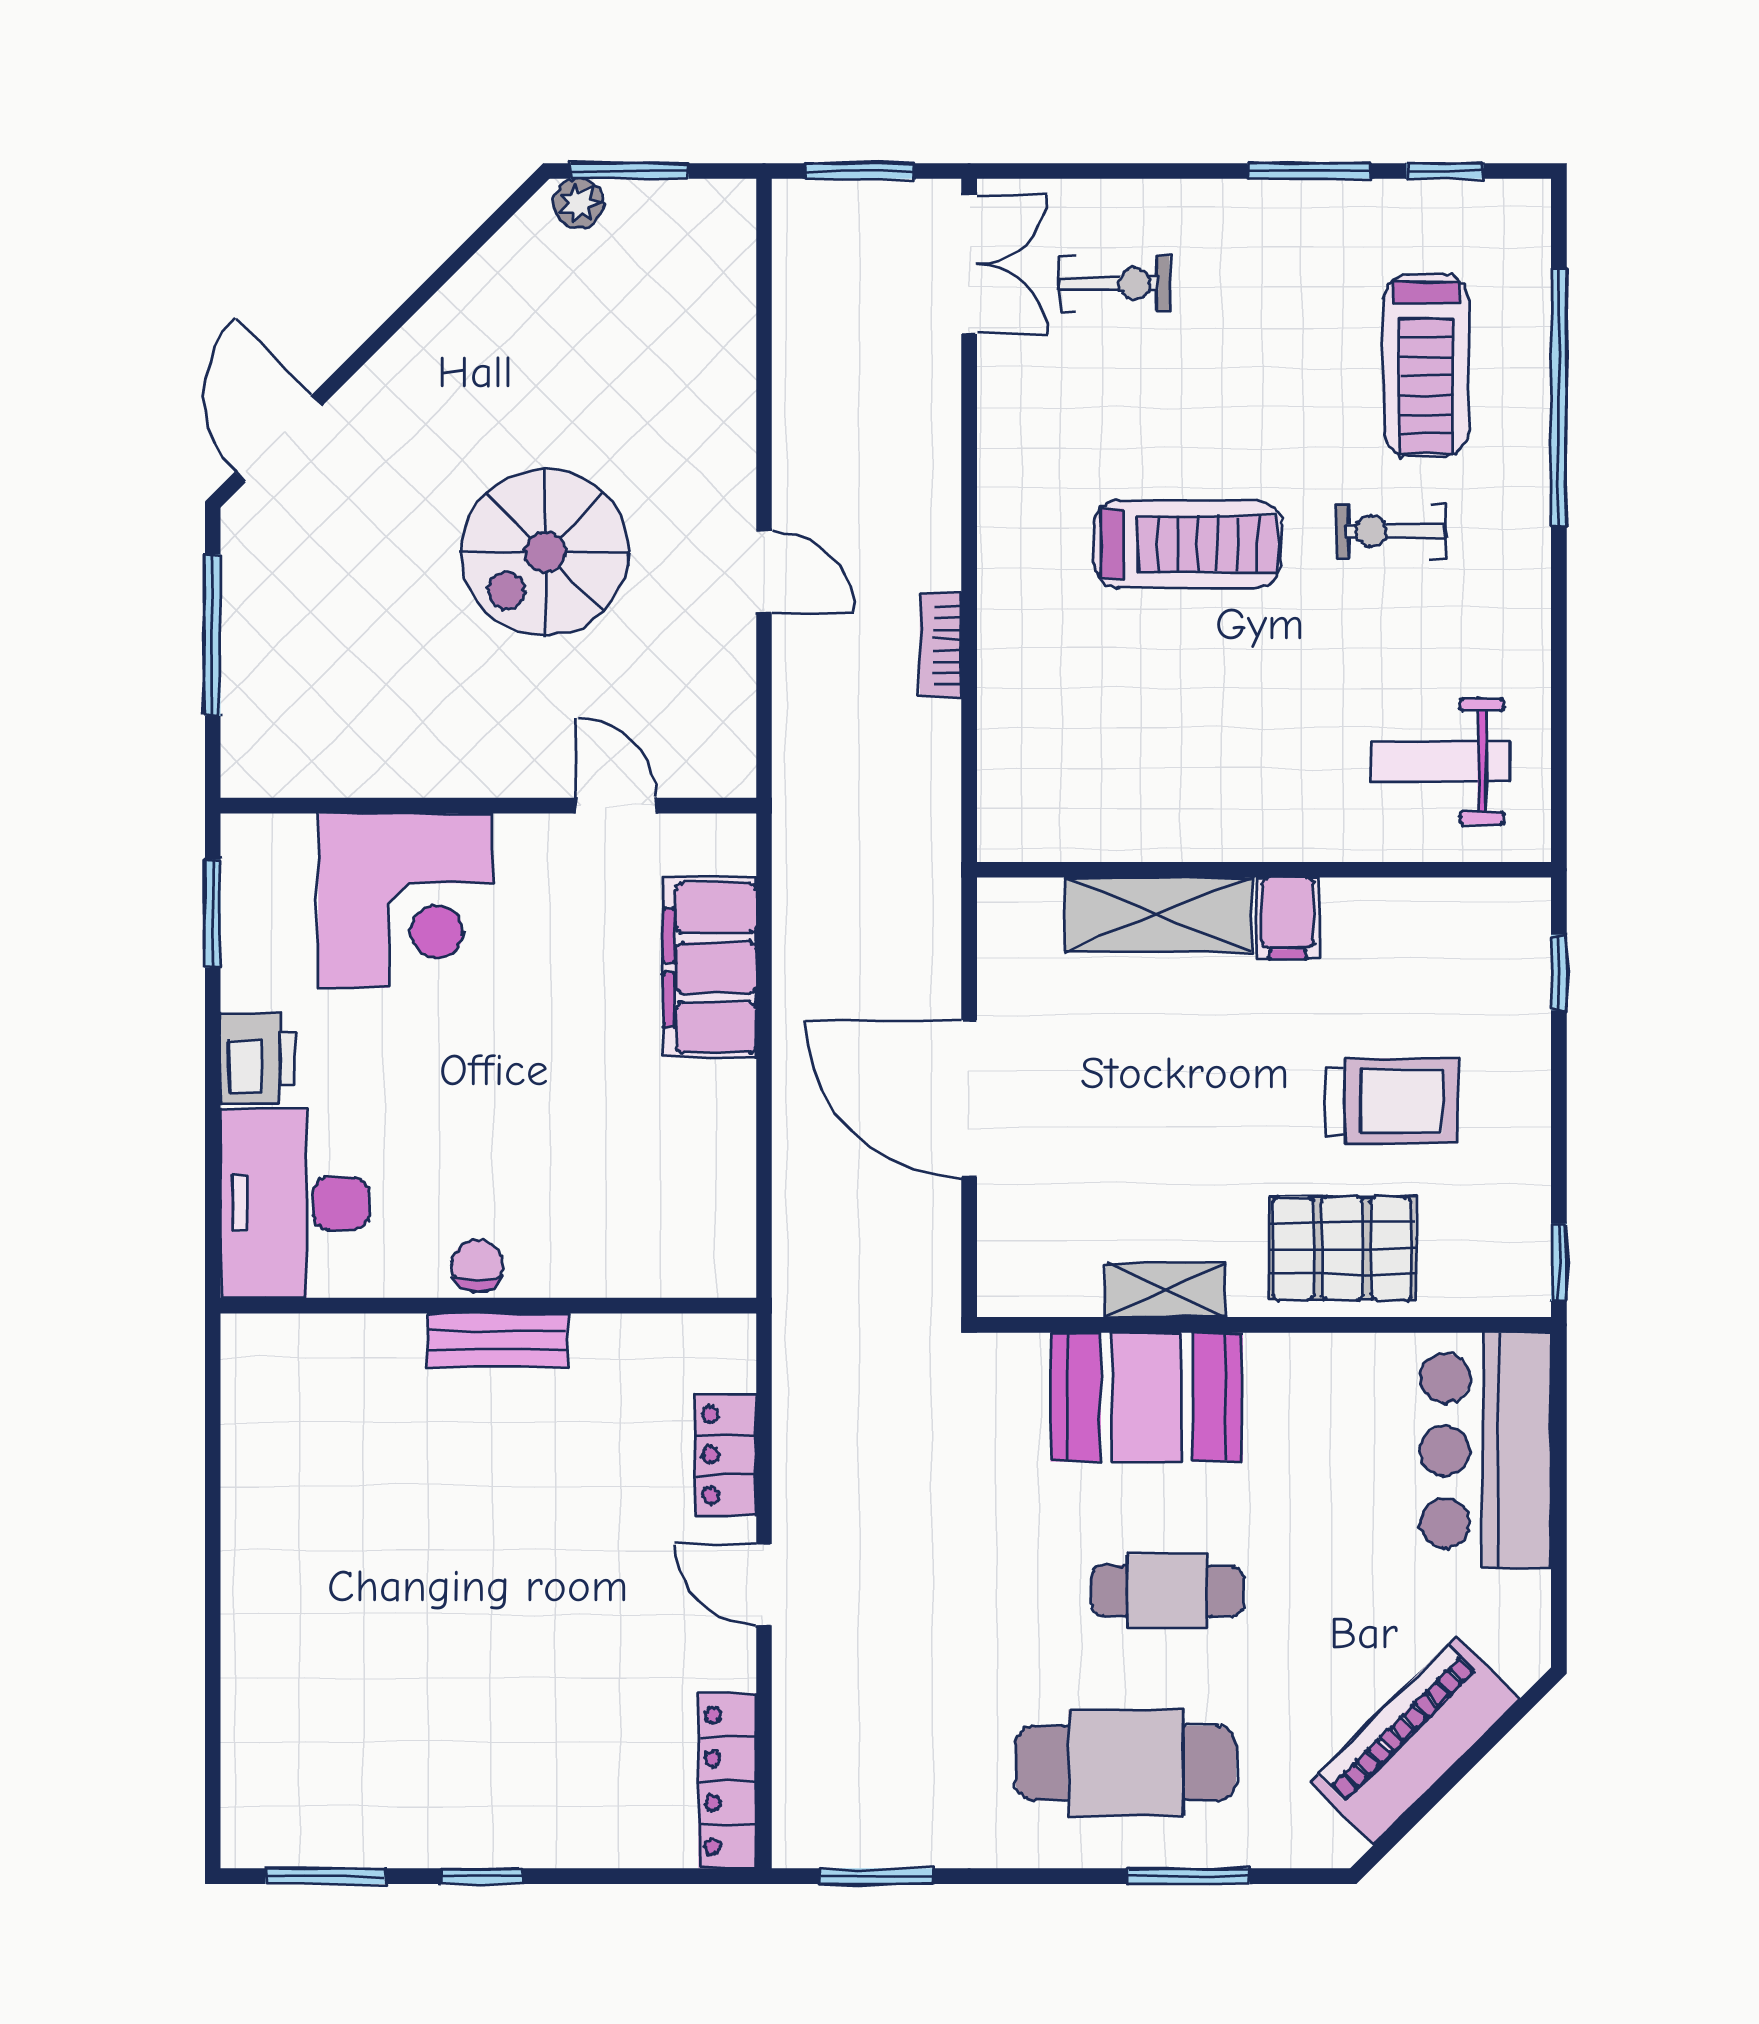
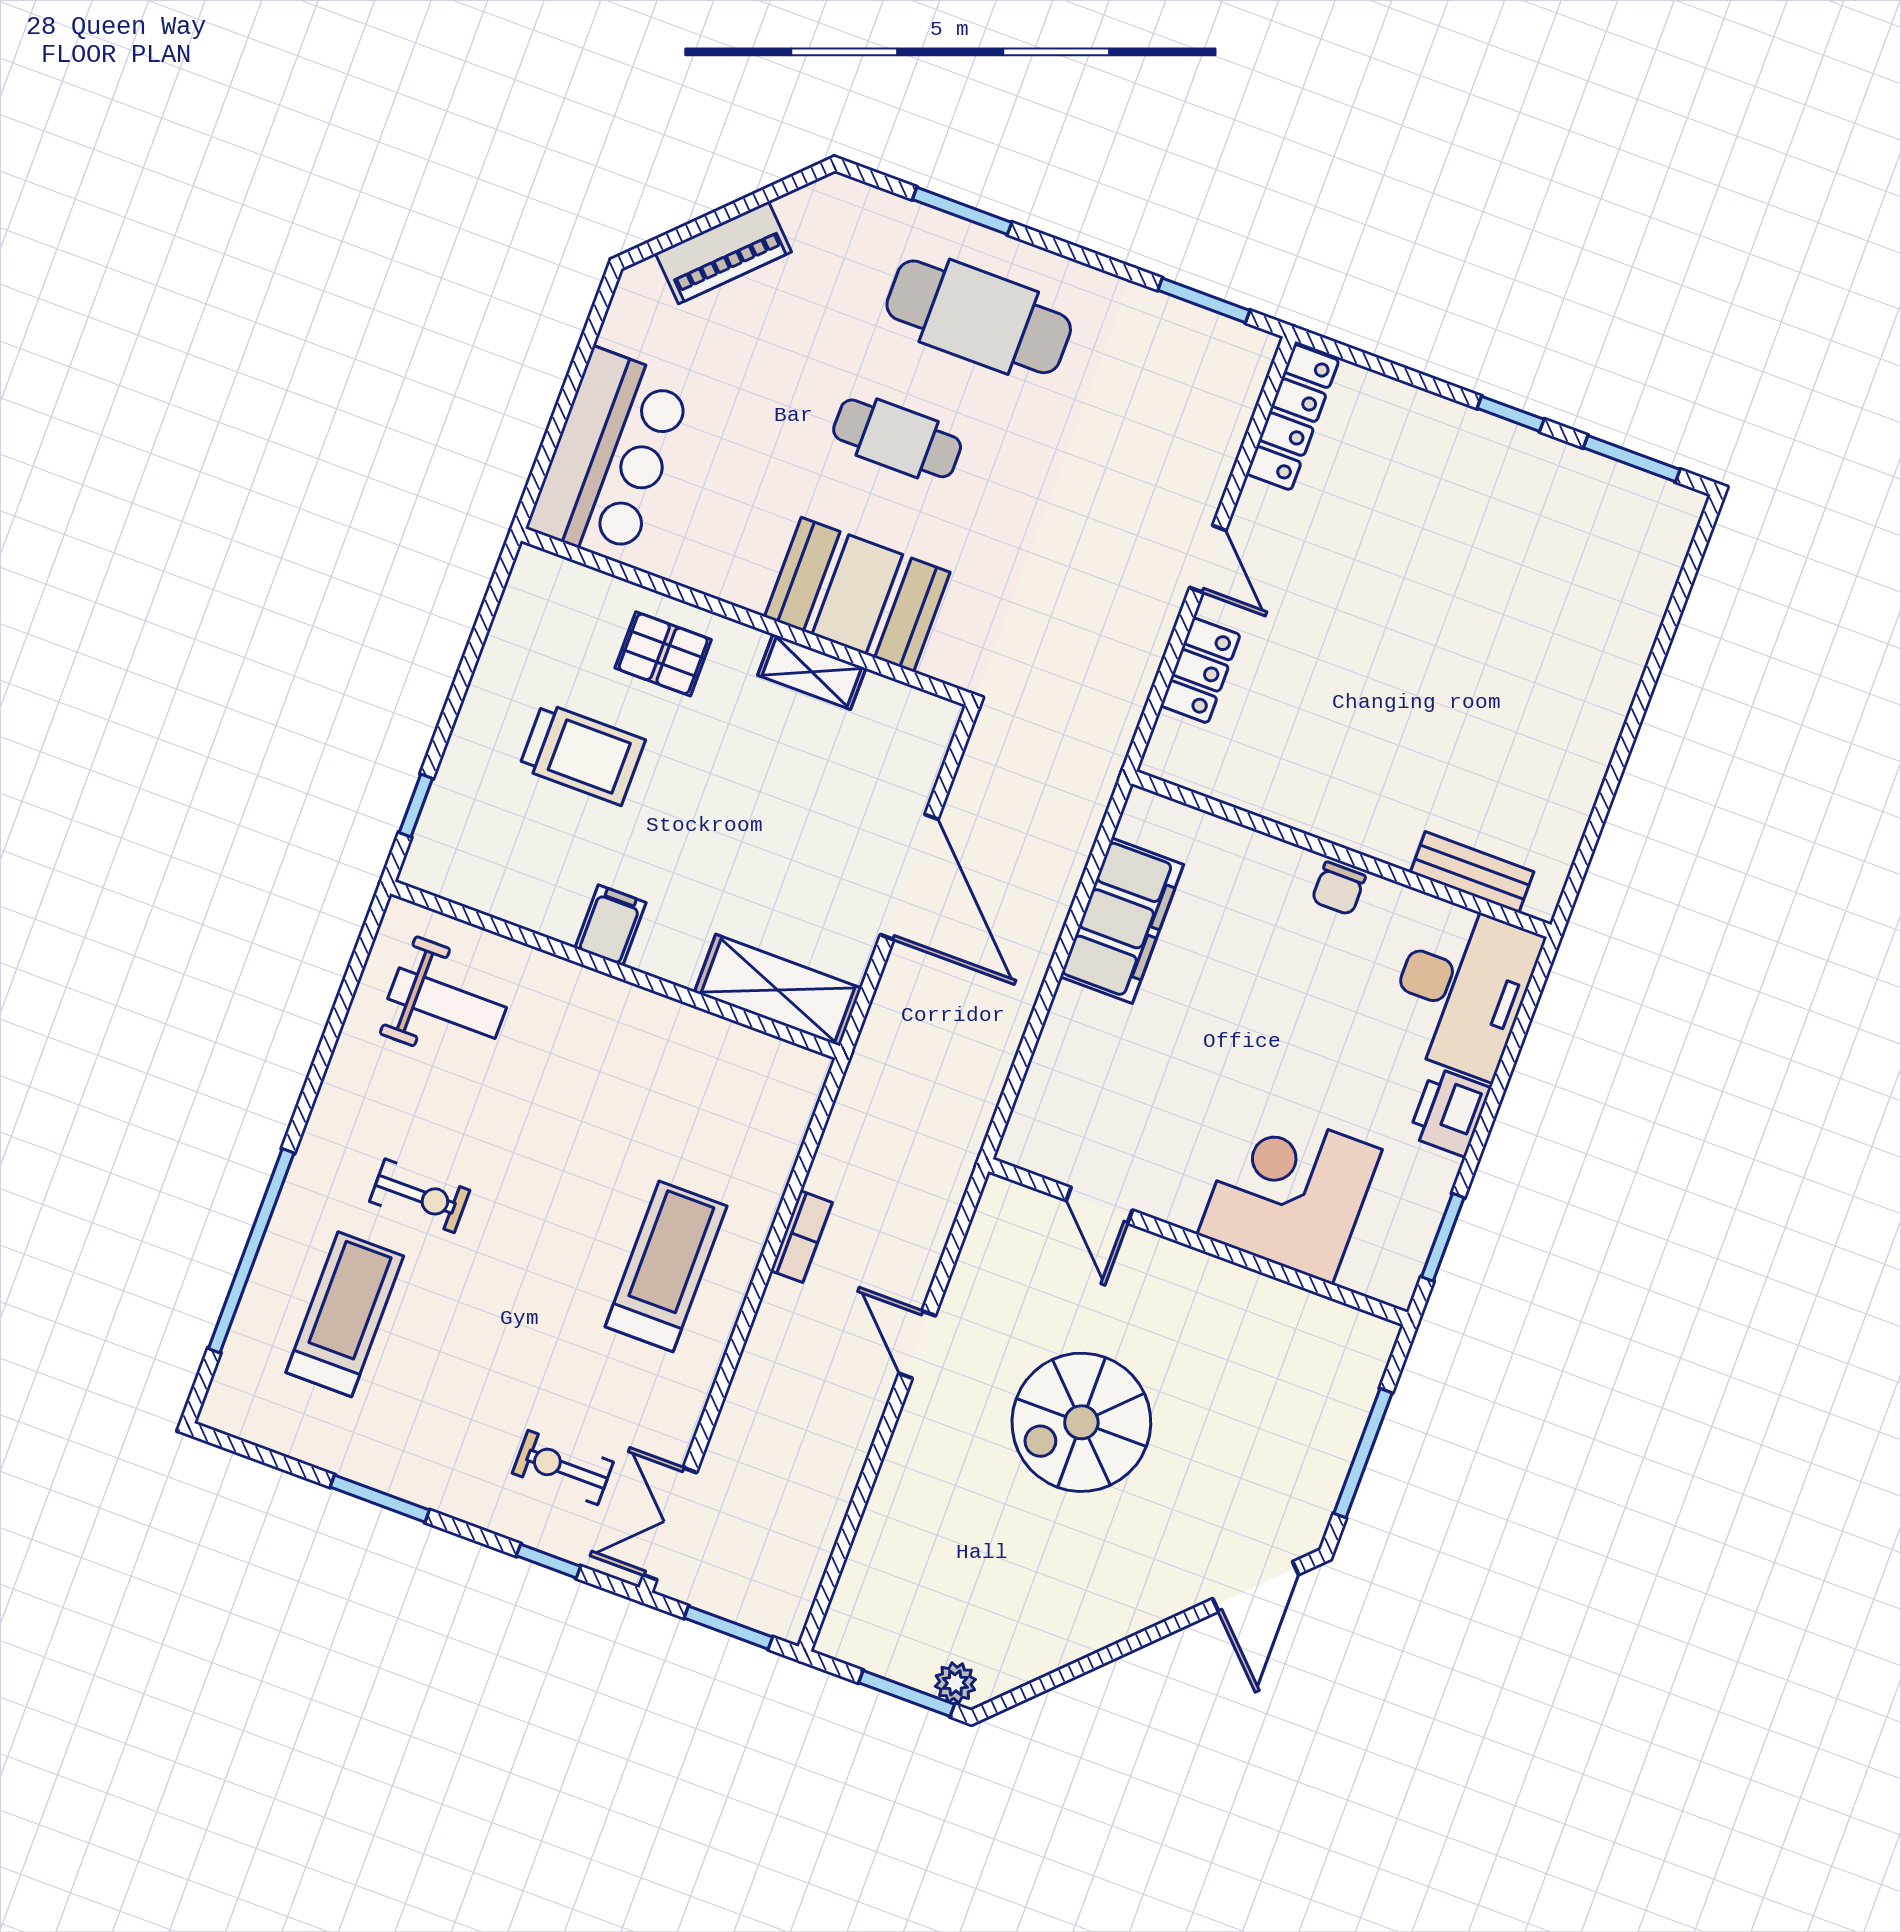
window: (1445, 171) -> (548, 1561), moved
treadmill: (1187, 544) -> (666, 1266), moved, turned 90
spiral stairs: (545, 552) -> (1081, 1422), turned 180
shelving: (1158, 915) -> (778, 990), moved
filing cabinet: (710, 968) -> (1122, 921), moved
trolley: (1392, 1101) -> (582, 754), turned 180
pallet: (1342, 1248) -> (663, 654), width x0.67, depth x0.71
window: (1559, 1262) -> (499, 581), removed
bench: (498, 1340) -> (1472, 872), moved
piano: (1415, 1741) -> (723, 253), width x0.73, depth x0.75

